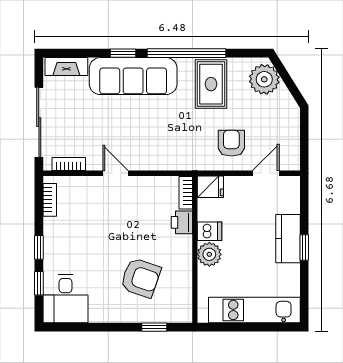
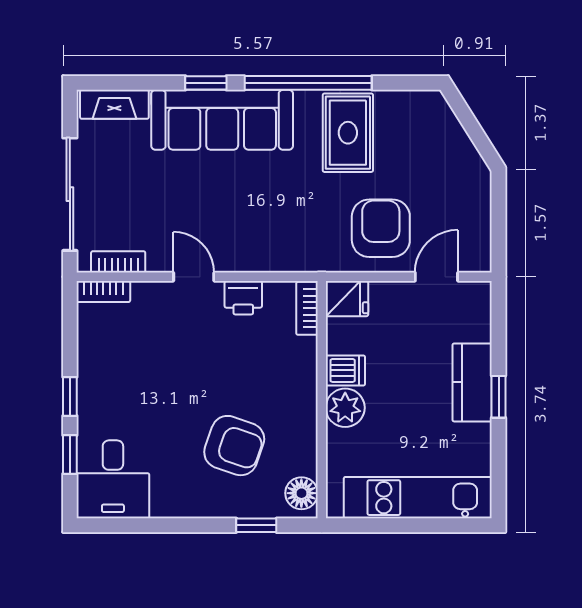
plant: (264, 79) -> (434, 125), removed
armchair: (231, 143) -> (381, 228), width x1.38, depth x1.38
bookcase: (50, 200) -> (103, 292), moved, turned 90
printer: (182, 222) -> (243, 298), moved, turned -90
floor lamp: (182, 307) -> (301, 493), added

